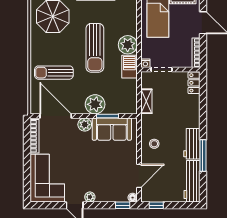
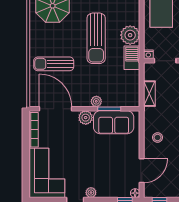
plant: (95, 104) -> (96, 101), width x0.53, depth x0.53

